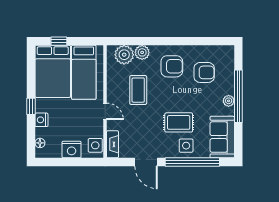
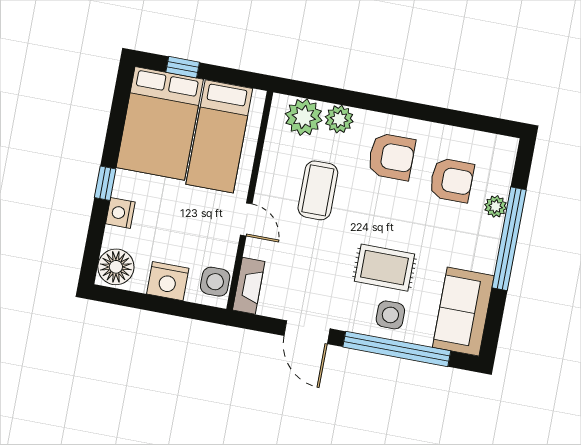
plant: (229, 101) -> (496, 206), moved
floor lamp: (40, 143) -> (116, 267), width x1.89, depth x1.89

